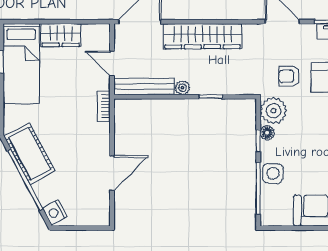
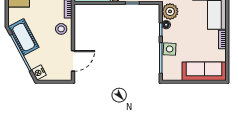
stool: (92, 140) -> (61, 29), added
door: (112, 173) -> (73, 61), moved

